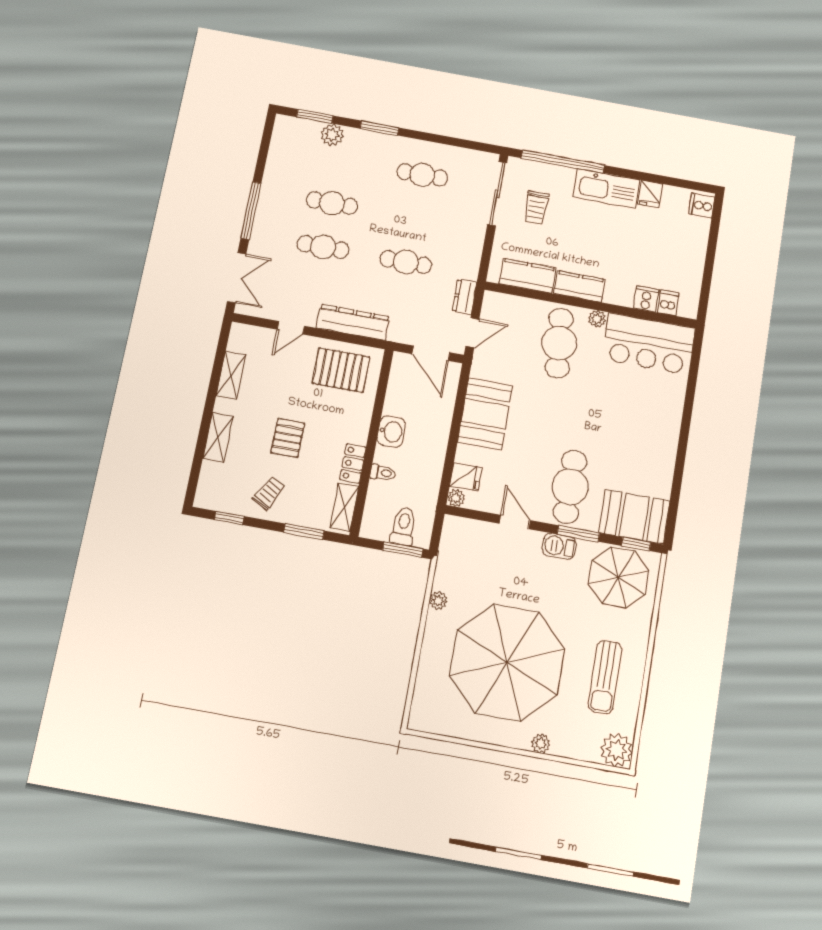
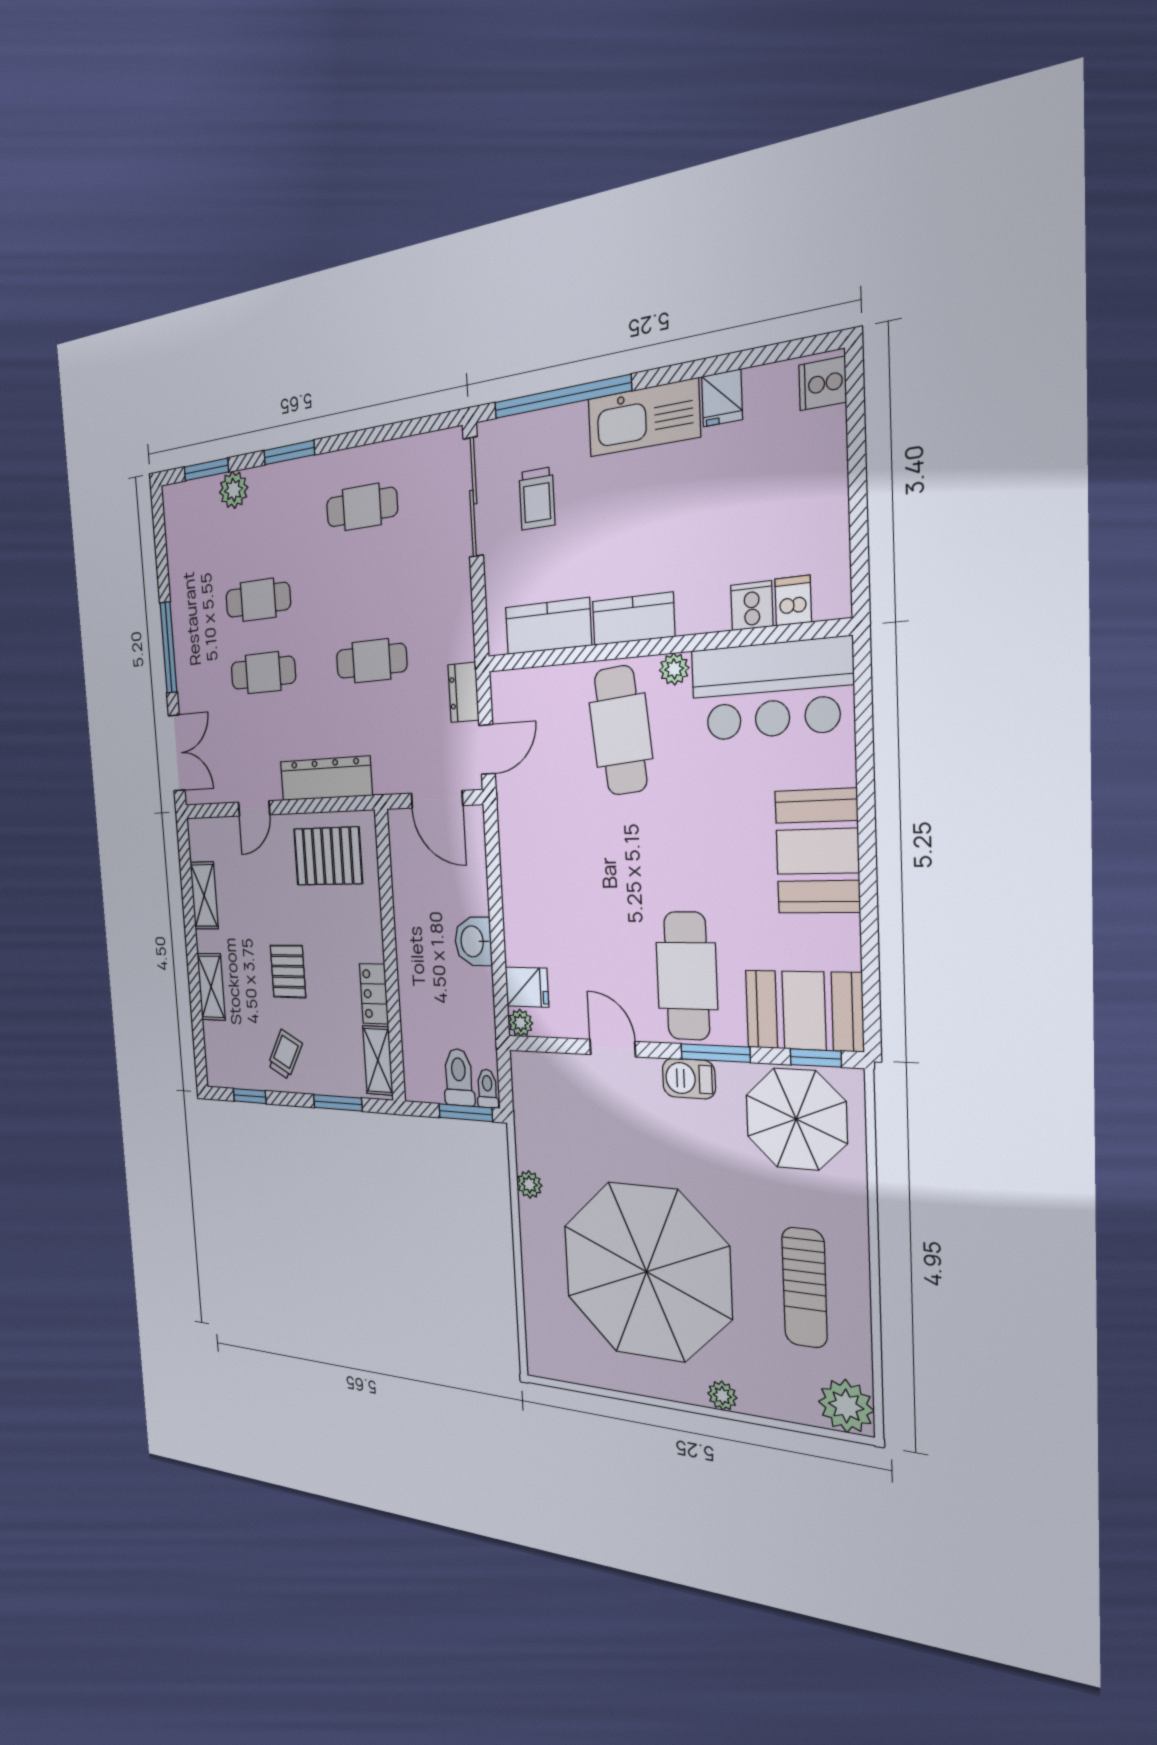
booth: (485, 414) -> (817, 851), moved
washbasin: (391, 432) -> (473, 941), moved, turned 180
toilet: (383, 473) -> (487, 1089), moved, turned -90

